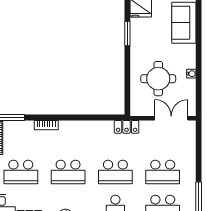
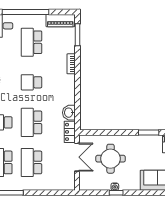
window: (199, 72) -> (116, 193), added
double door: (171, 118) -> (77, 157), moved
washbasin: (104, 128) -> (69, 113), added
school desk: (68, 172) -> (31, 82), width x0.54

